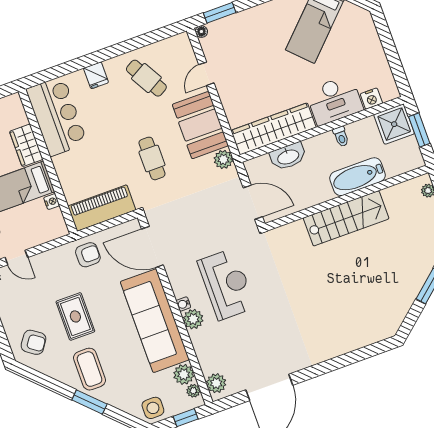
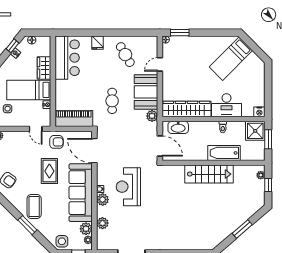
nightstand: (371, 99) -> (259, 112), moved
washbasin: (288, 156) -> (178, 127), moved
door: (16, 257) -> (36, 129), moved
reception desk: (226, 284) -> (128, 187), turned 180
rug: (75, 316) -> (49, 171), moved
plant: (216, 383) -> (102, 223), moved

